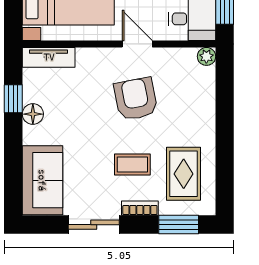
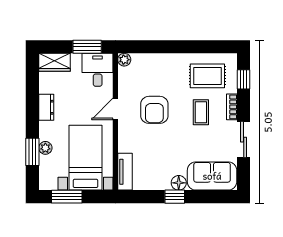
window: (13, 99) -> (175, 197), moved
armchair: (136, 99) -> (154, 110), turned -79
floor lamp: (33, 114) -> (179, 183), moved
window: (179, 225) -> (244, 79), width x0.67

